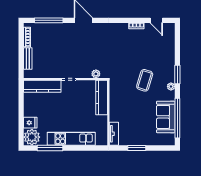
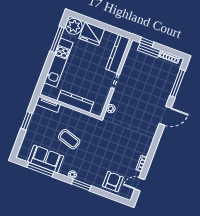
armchair: (163, 46) -> (113, 182), added
window: (21, 63) -> (147, 42), added
coffee table: (145, 80) -> (69, 139), moved
kitchen counter: (102, 97) -> (75, 102), moved
window: (177, 118) -> (40, 169), width x0.68
fridge: (30, 123) -> (92, 34), width x1.88, depth x1.34

